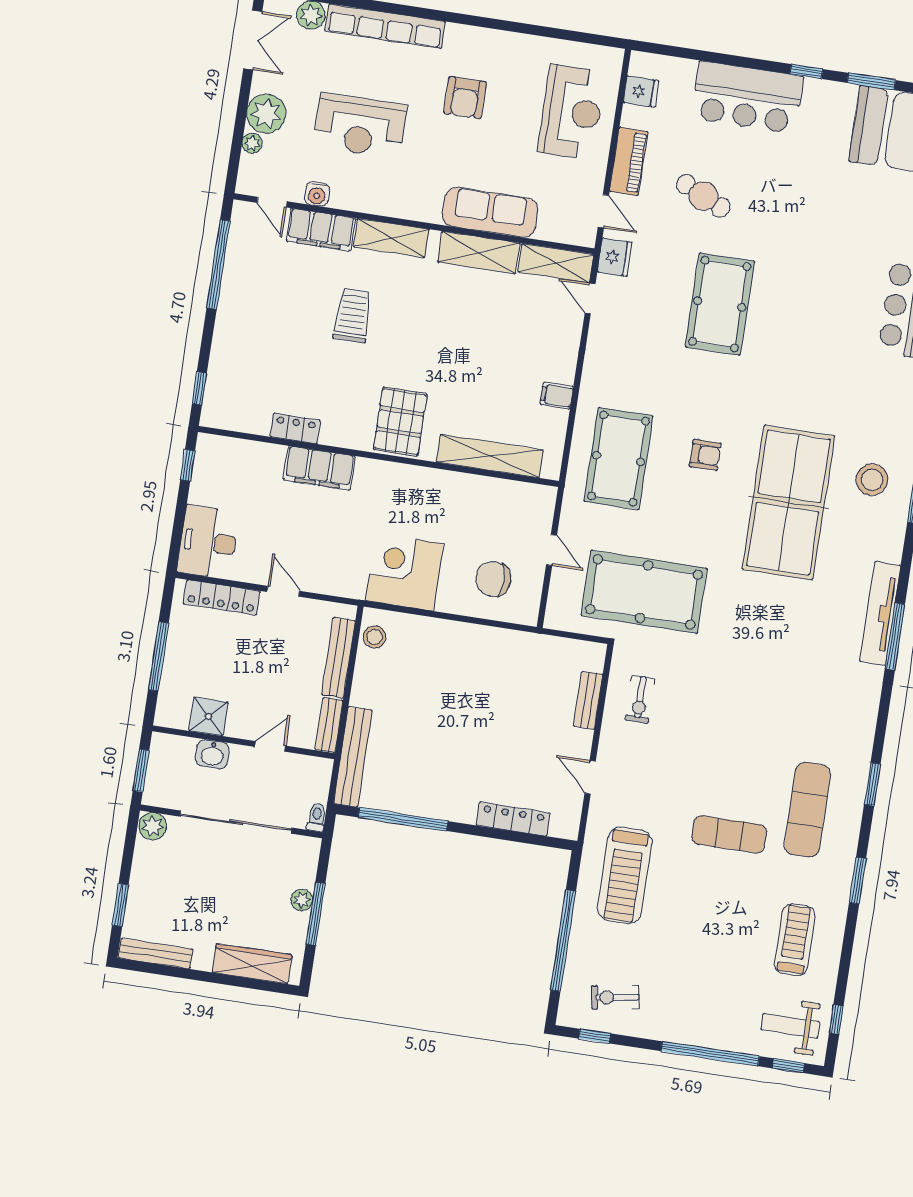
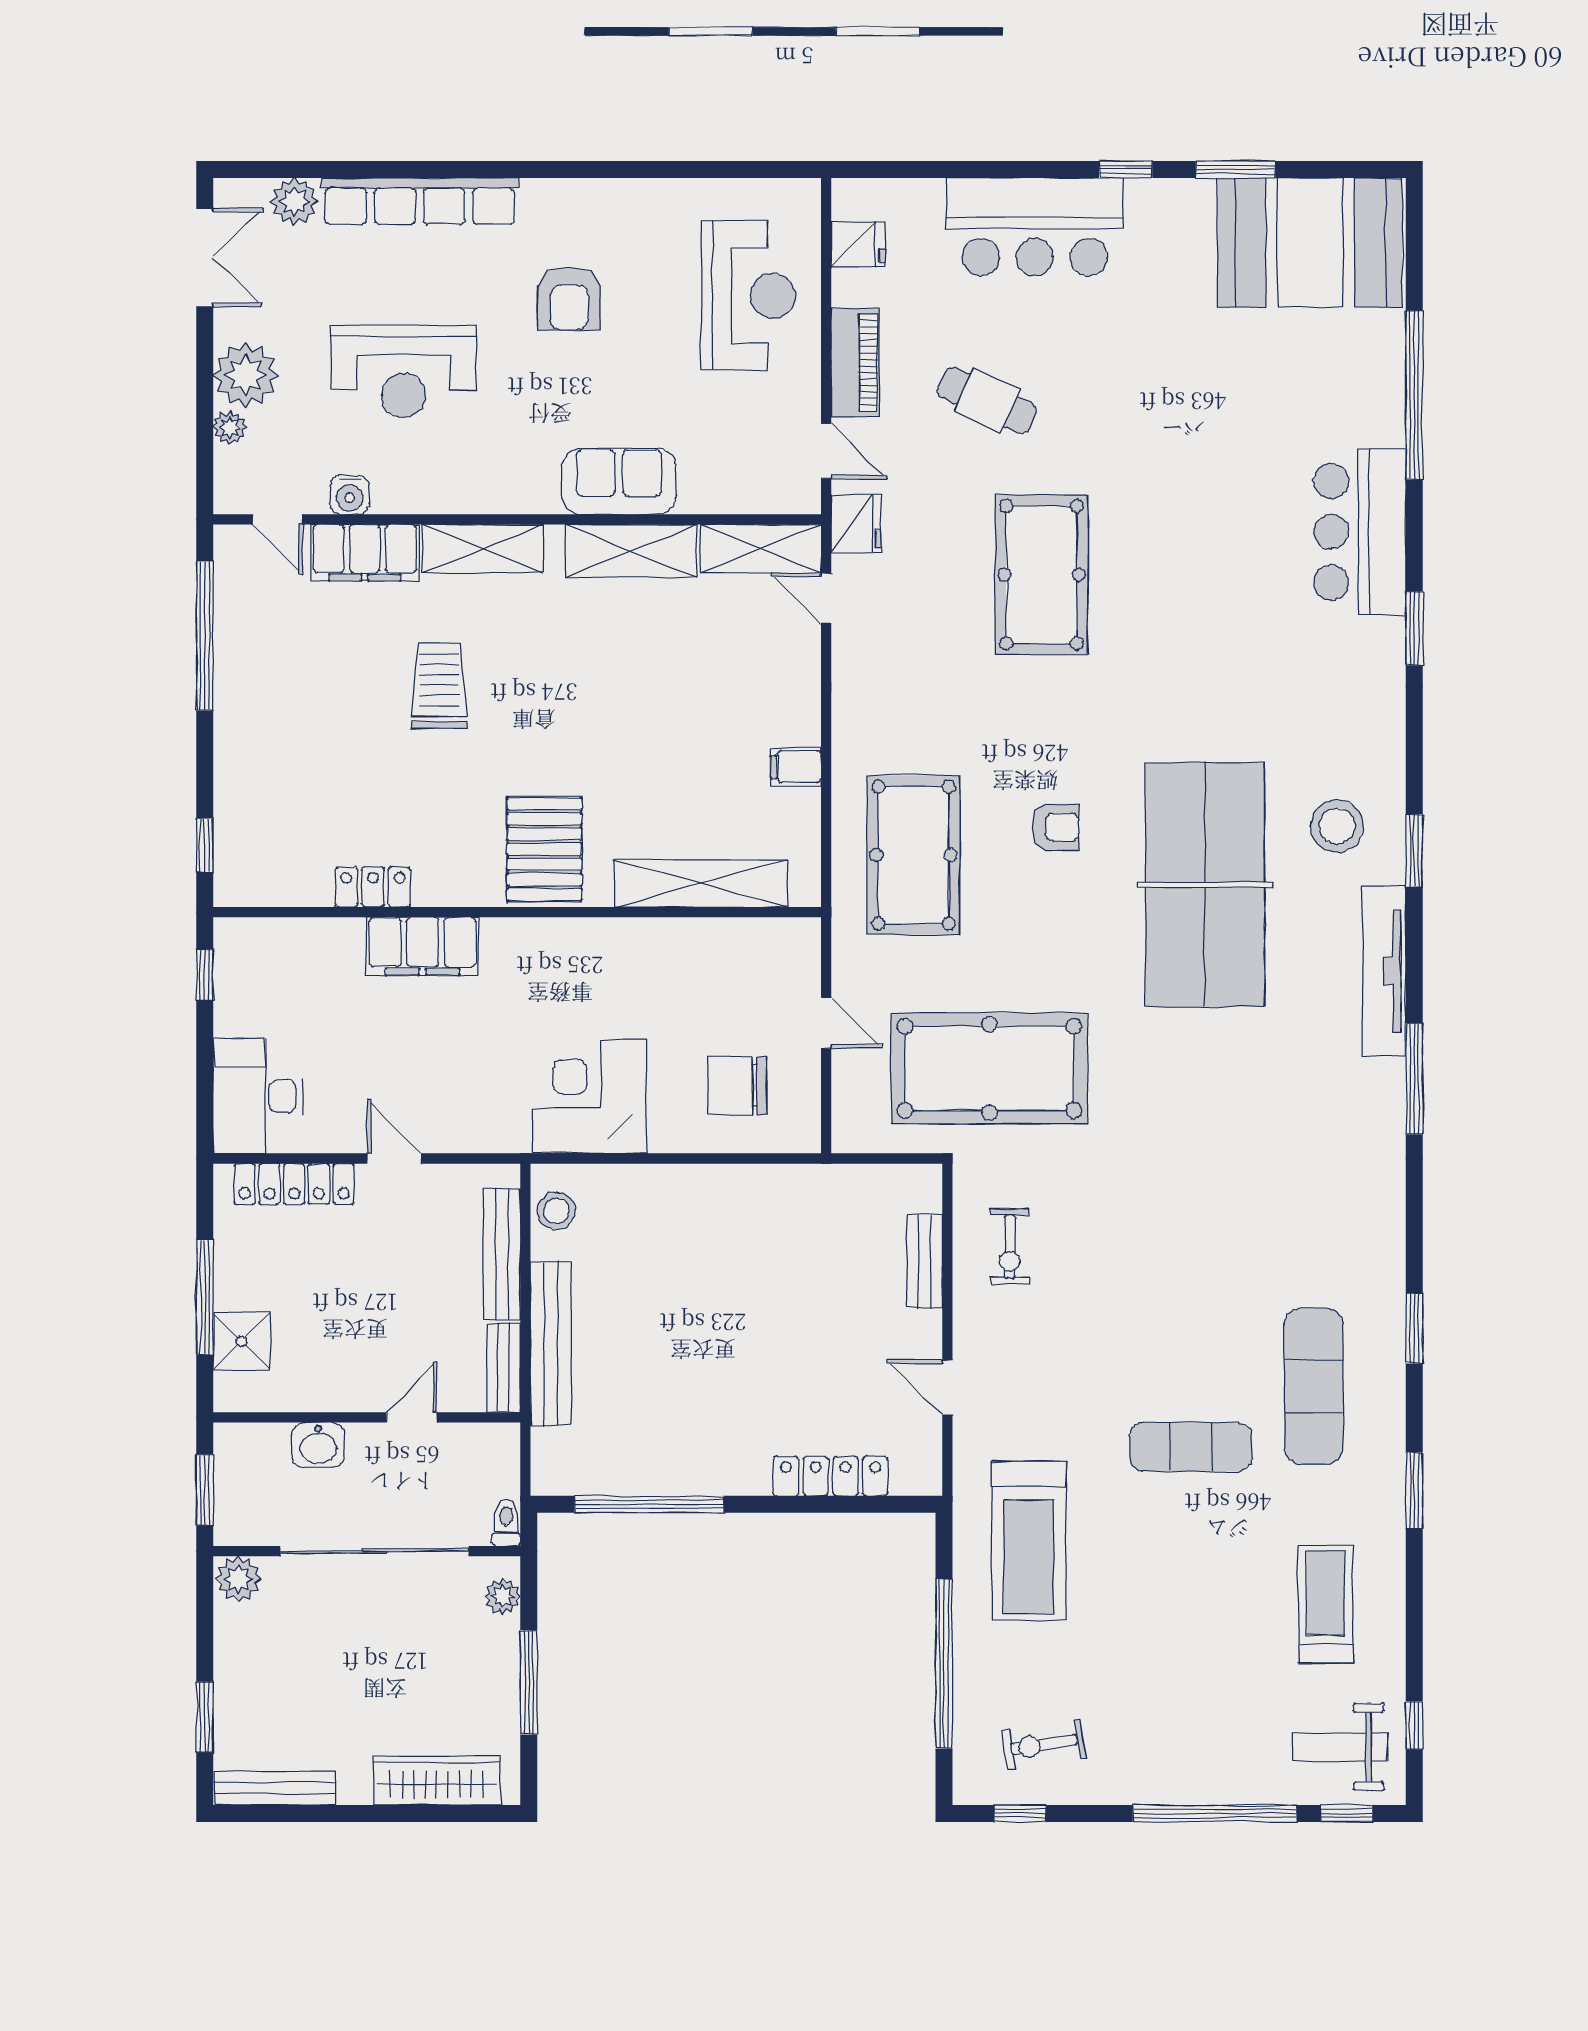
sofa: (490, 212) -> (619, 481), width x0.73
tv unit: (880, 613) -> (1384, 971), moved
shower: (208, 717) -> (242, 1341), moved
bench: (353, 757) -> (551, 1344), moved
plant: (302, 900) -> (503, 1596), moved

